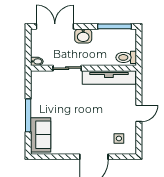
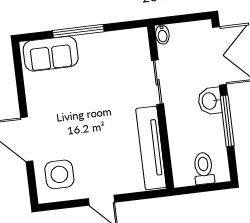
window: (114, 26) -> (227, 121), moved
toilet: (126, 57) -> (204, 168), moved
side table: (119, 138) -> (59, 174), width x1.87, depth x1.87

